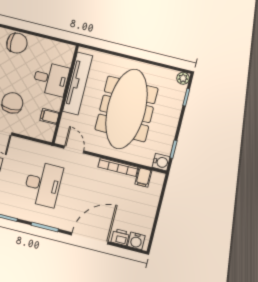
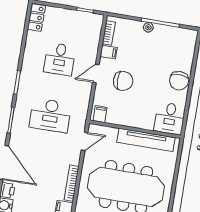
desk: (51, 79) -> (170, 118), moved
filing cabinet: (50, 116) -> (100, 114), moved

